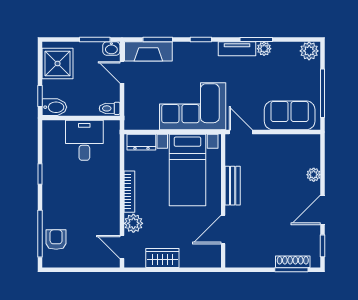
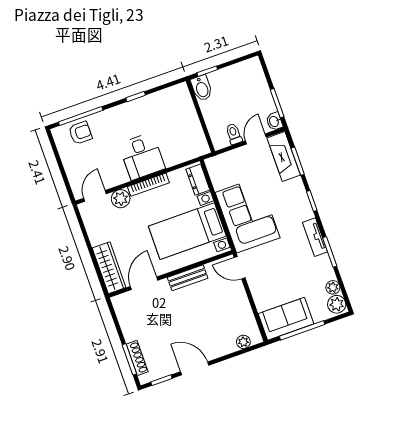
plant: (264, 49) -> (333, 287), moved
shower: (58, 64) -> (243, 77), removed
toilet: (110, 108) -> (234, 134), moved
sofa: (290, 115) -> (286, 319), moved, turned -90
door: (241, 132) -> (240, 268), swing flipped
desk: (84, 140) -> (142, 156), moved, turned 90
plant: (314, 175) -> (243, 342), moved
door: (223, 230) -> (144, 283), hinge flipped
wardrobe: (162, 258) -> (109, 268), moved, width x1.50

